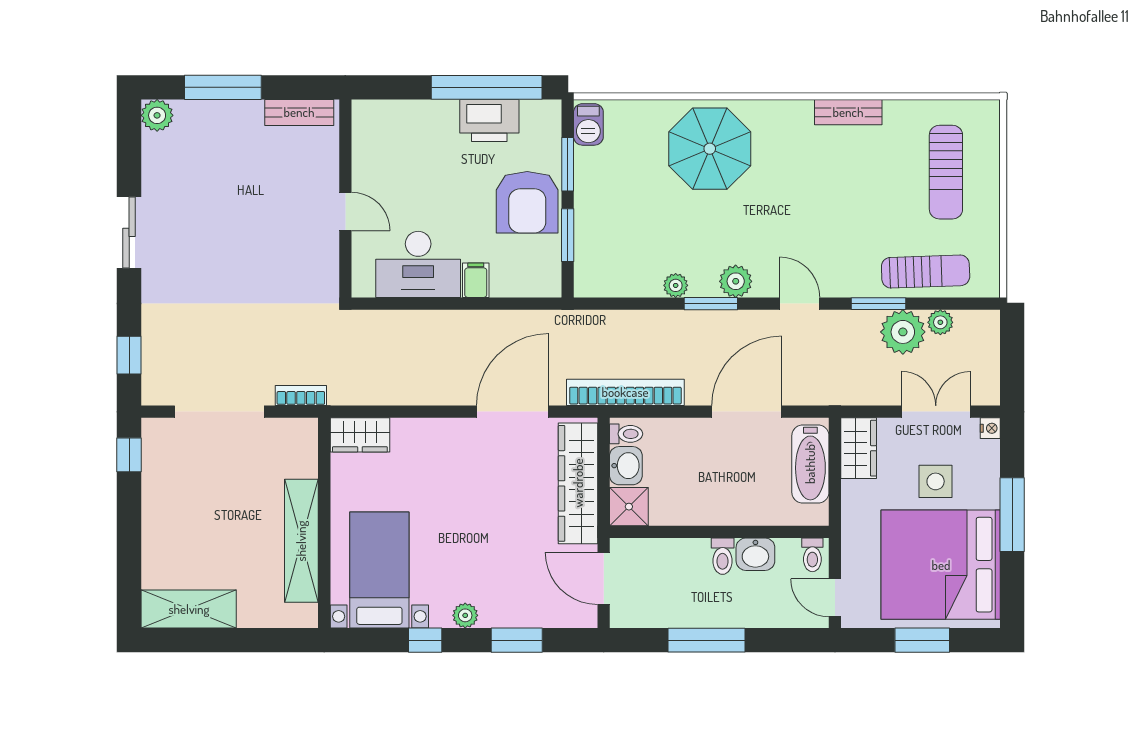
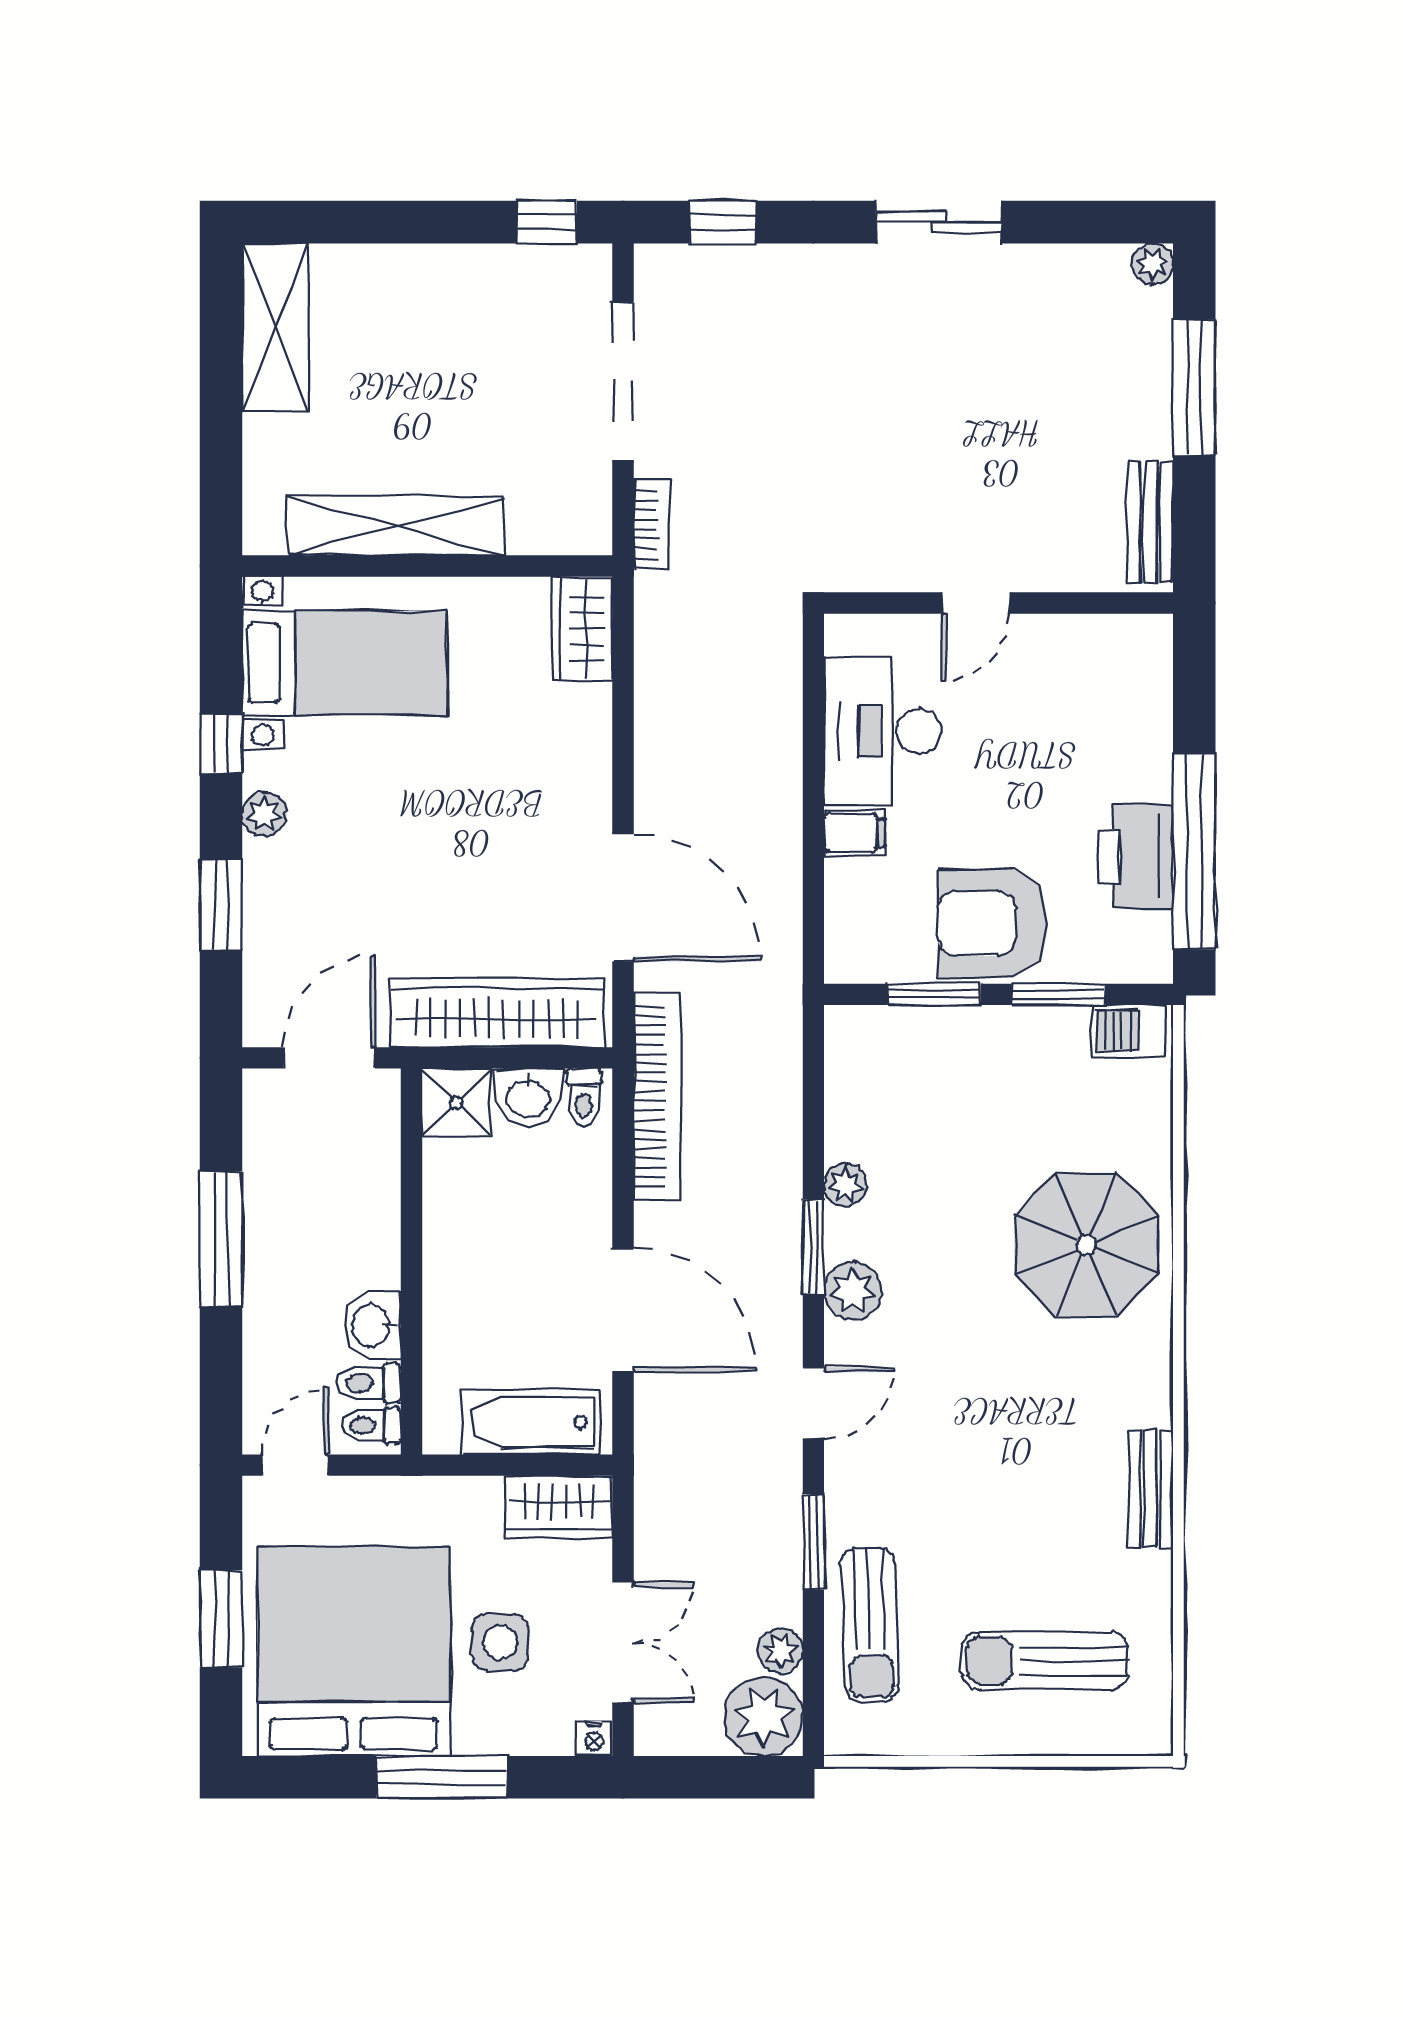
plant: (157, 115) -> (1153, 264), width x0.73, depth x0.73
plant: (903, 332) -> (763, 1717), moved
toilet: (723, 556) -> (369, 1383), moved

